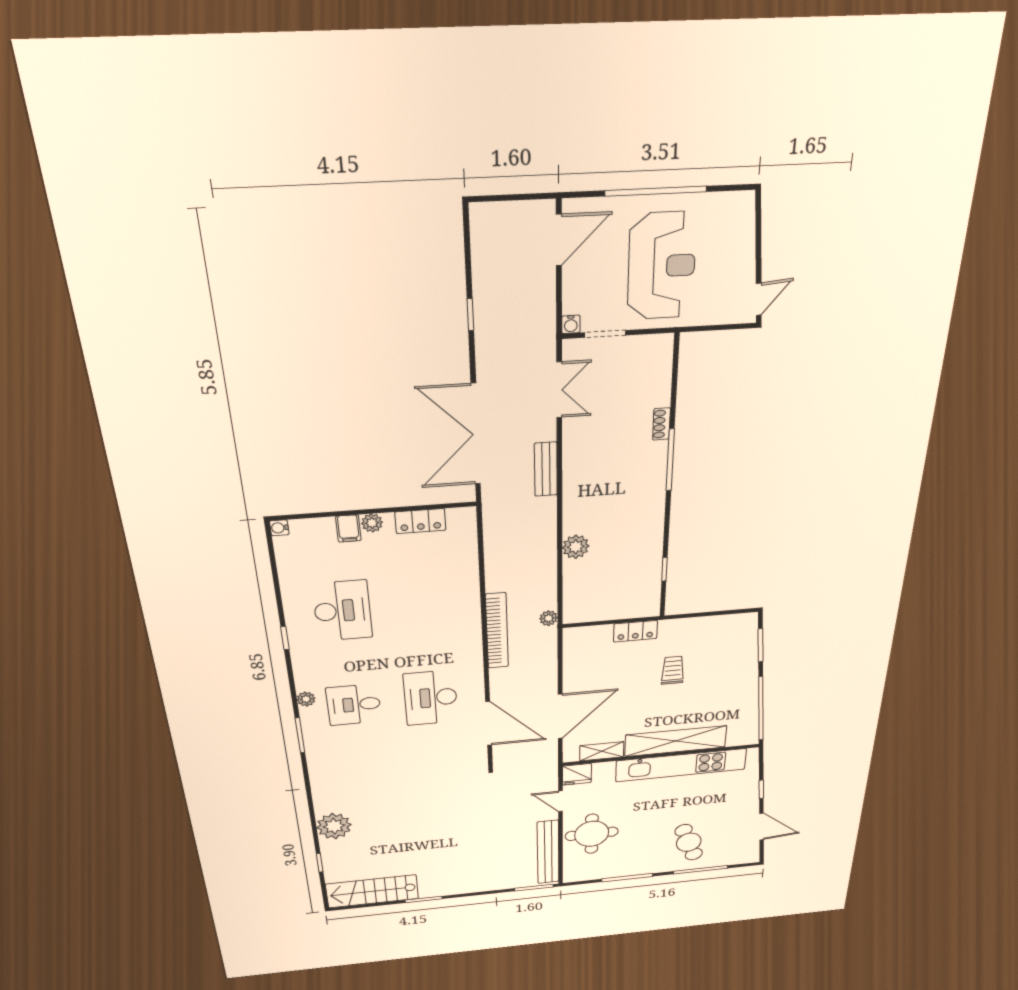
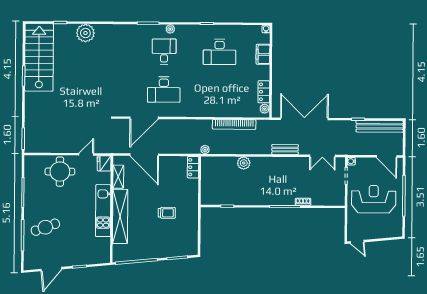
reception desk: (662, 266) -> (374, 199), turned 180
plant: (372, 523) -> (265, 109), moved
filing cabinet: (348, 528) -> (263, 54), width x2.00
bookcase: (497, 631) -> (234, 124), moved
locker: (635, 631) -> (193, 167), moved
desk: (431, 698) -> (164, 90), turned 180
kitchen unit: (681, 765) -> (103, 211), width x0.73
bench: (548, 852) -> (380, 126), moved
stairs: (372, 891) -> (39, 57), width x1.36, depth x1.51

